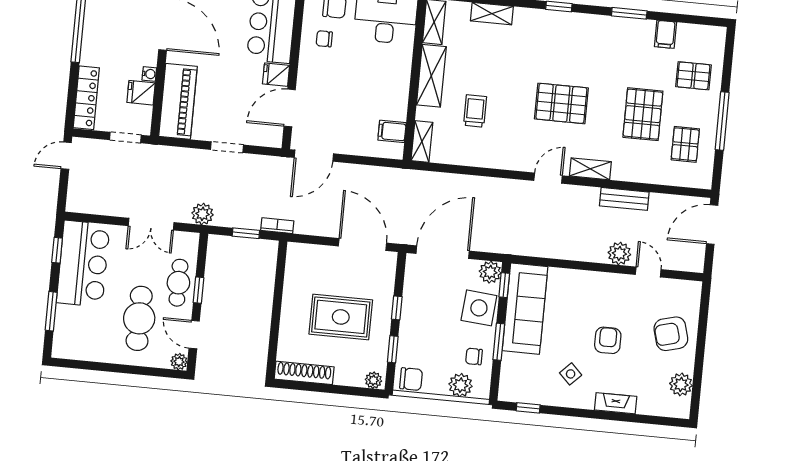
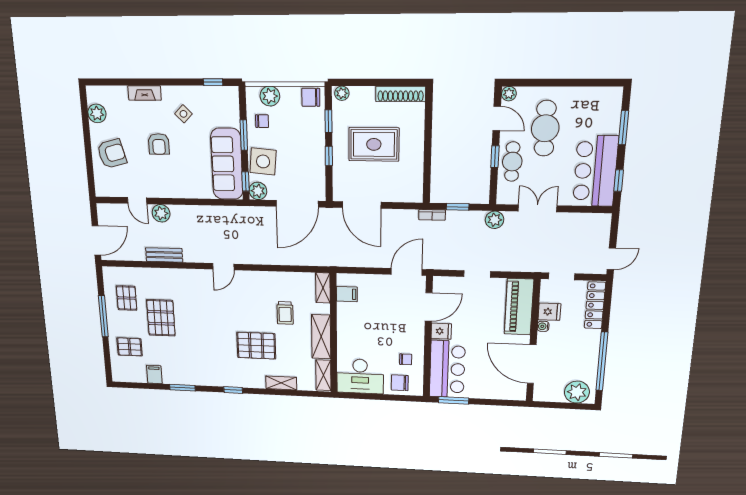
pallet: (561, 103) -> (256, 346), moved
shelving: (590, 169) -> (193, 276), removed

